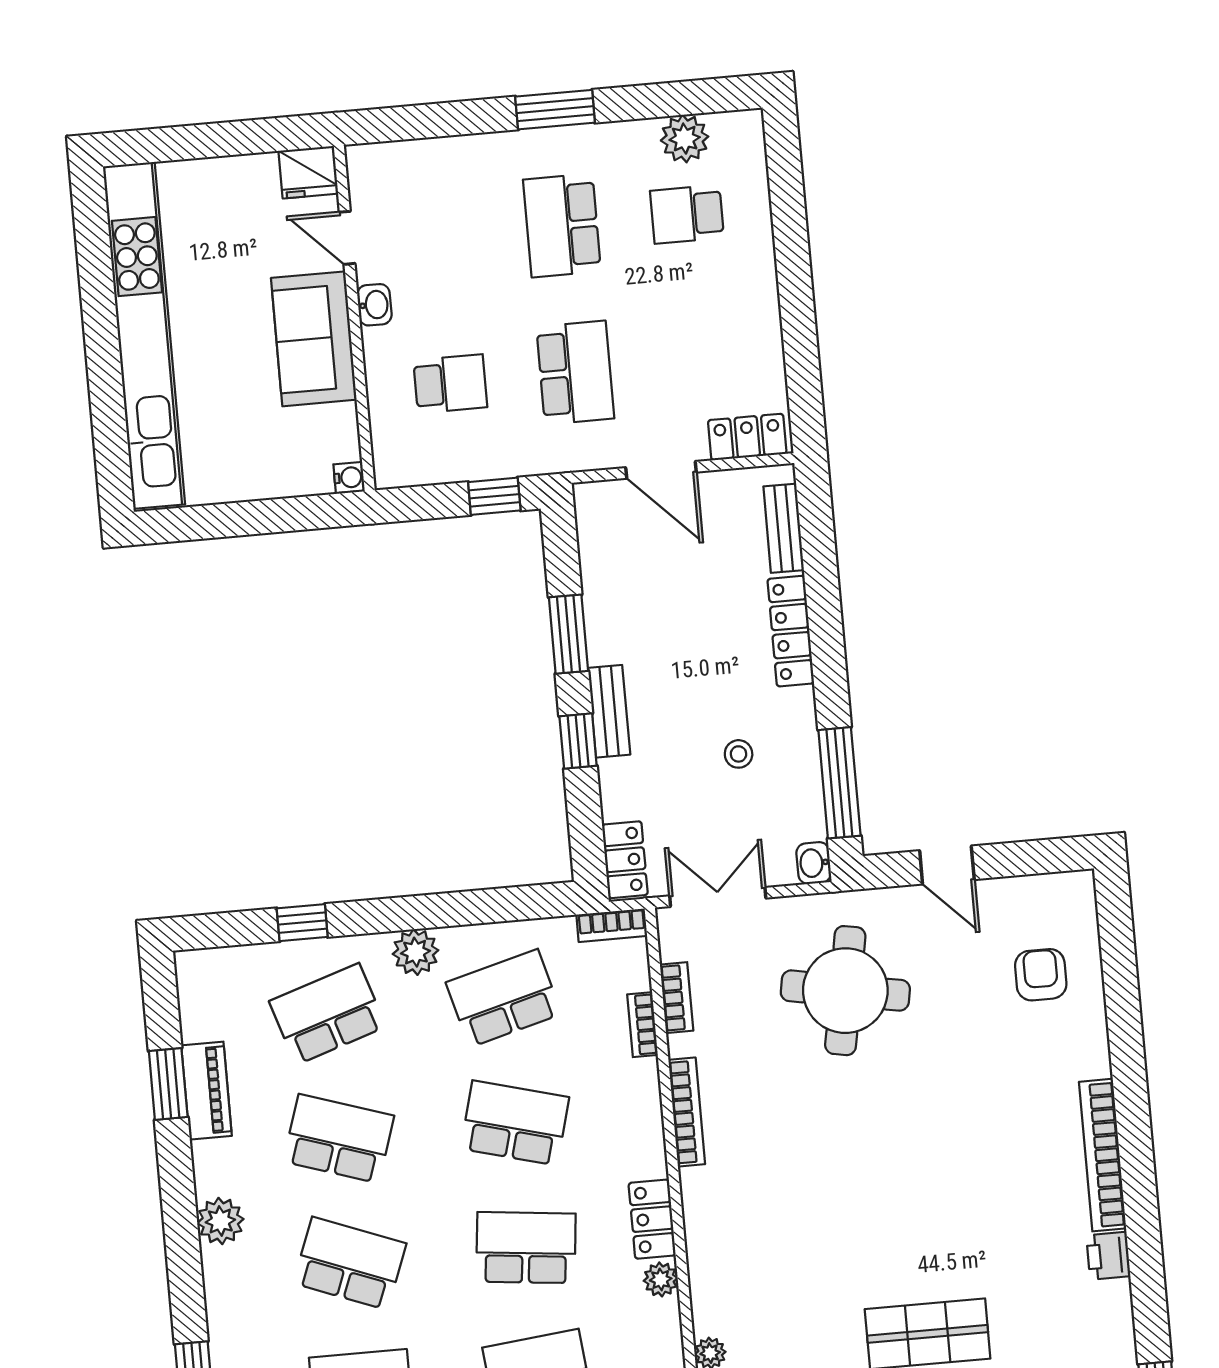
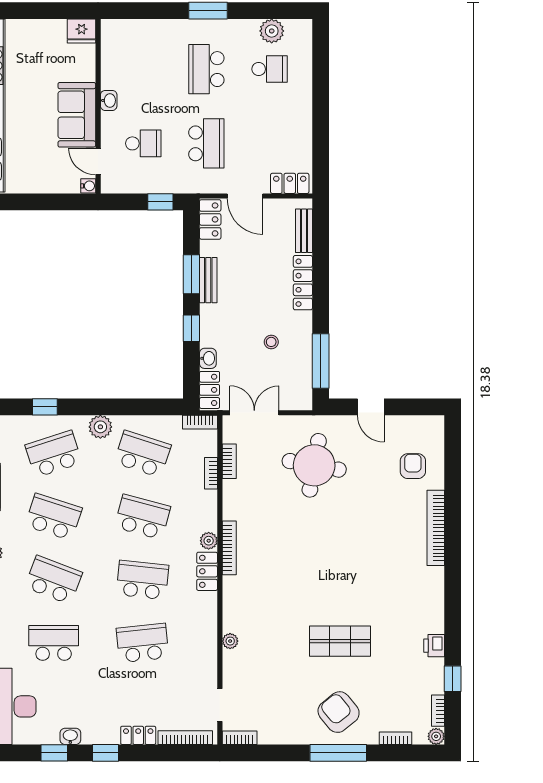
school desk: (687, 214) -> (270, 69), turned 180
door: (347, 238) -> (98, 161), moved
locker: (596, 522) -> (210, 219), added
bench: (609, 711) -> (208, 280), moved
washbasin: (814, 863) -> (208, 358), moved, turned 180
school desk: (504, 998) -> (143, 454), turned 33
bookcase: (687, 1112) -> (229, 548), moved
bookcase: (1103, 1155) -> (436, 528), moved
printer: (1108, 1256) -> (434, 646), moved
plant: (661, 1279) -> (209, 541), moved

